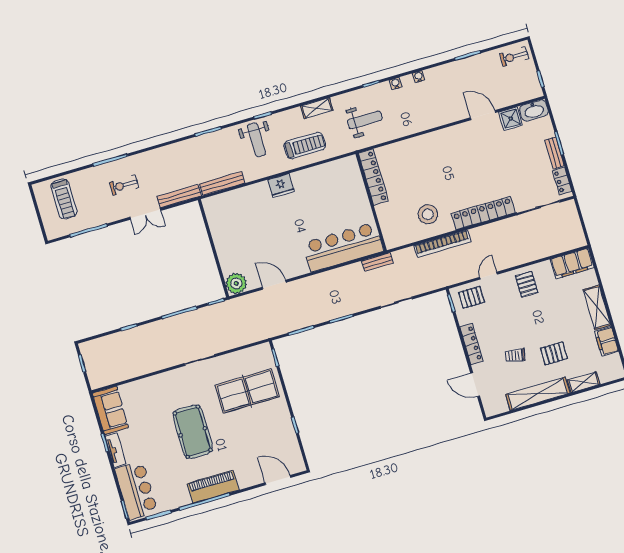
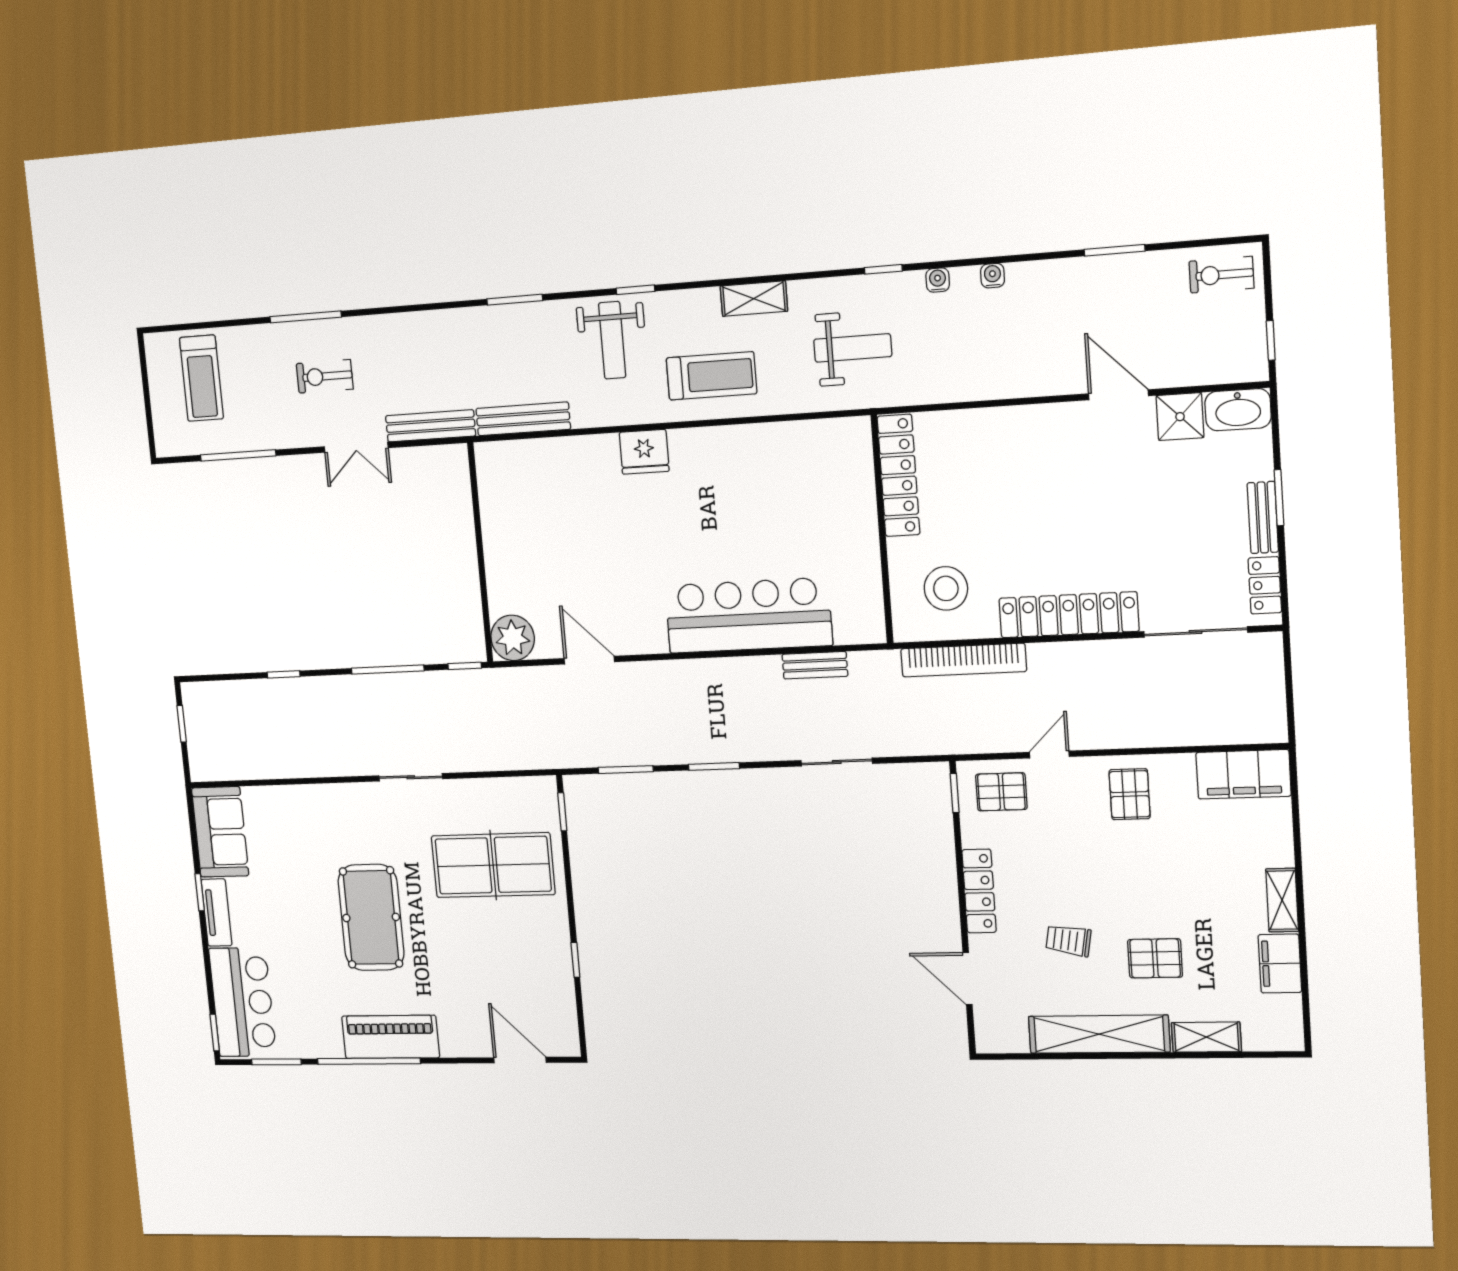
locker: (373, 177) -> (899, 475), moved
wall: (371, 202) -> (882, 530), moved
shelving: (597, 307) -> (1282, 900), width x0.67, depth x0.75

